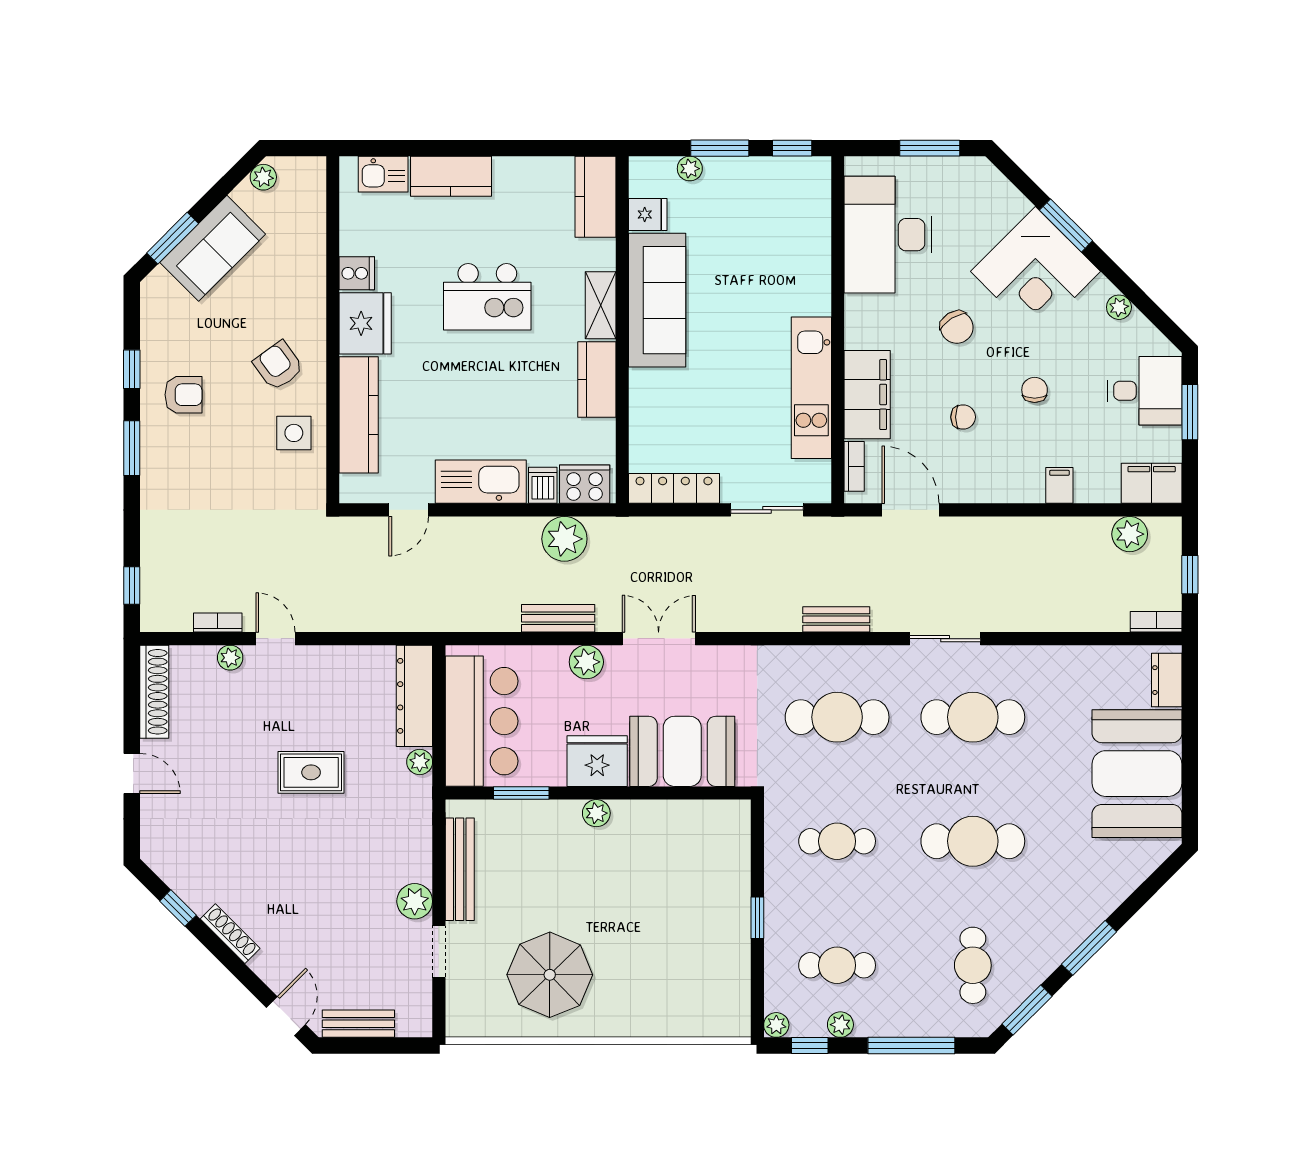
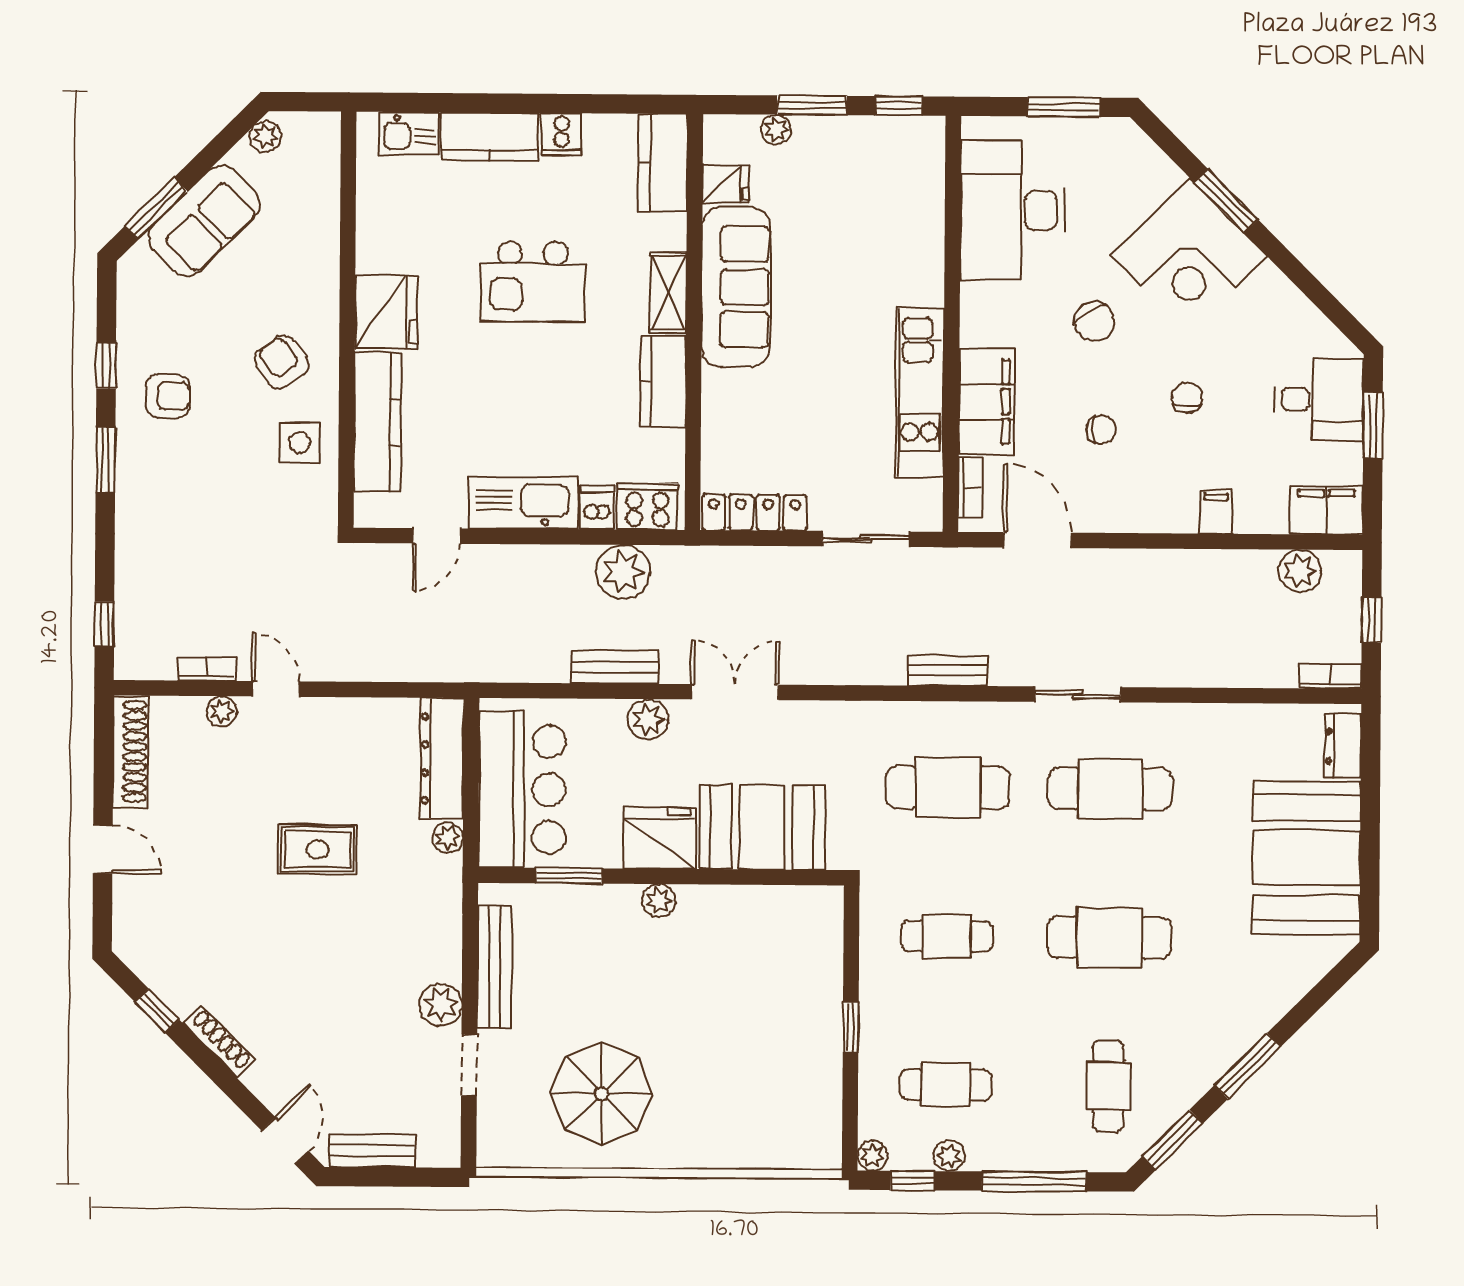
cooker: (357, 273) -> (561, 134), moved, turned 90
plant: (1119, 307) -> (1289, 299), removed

